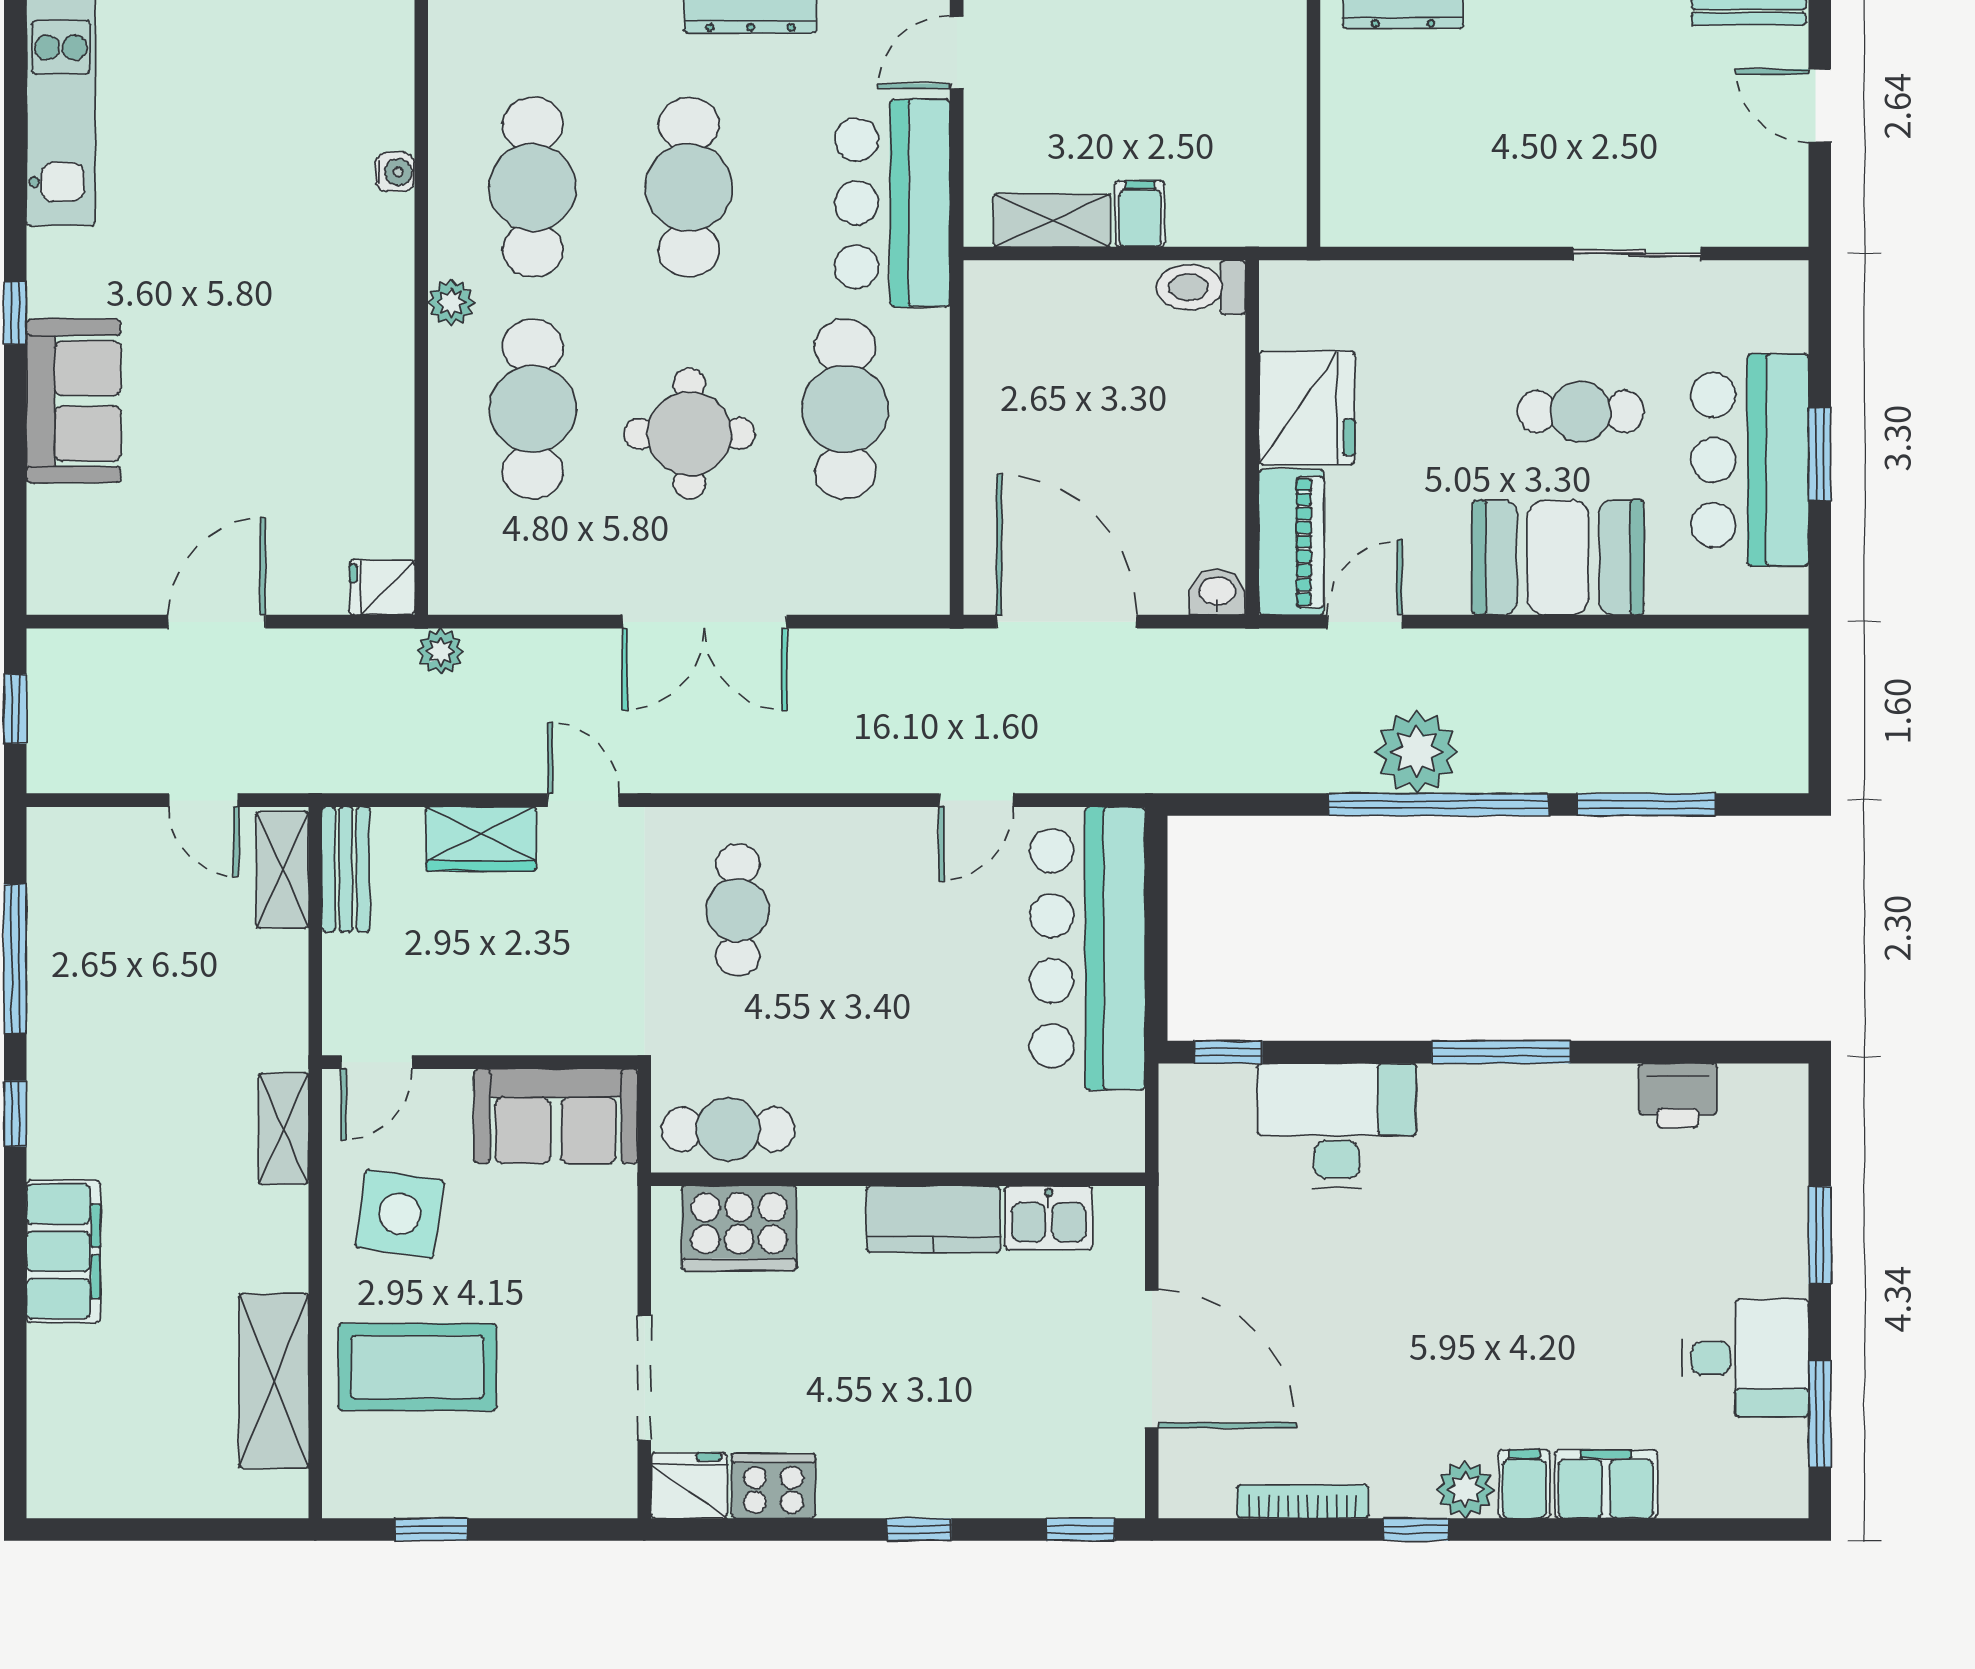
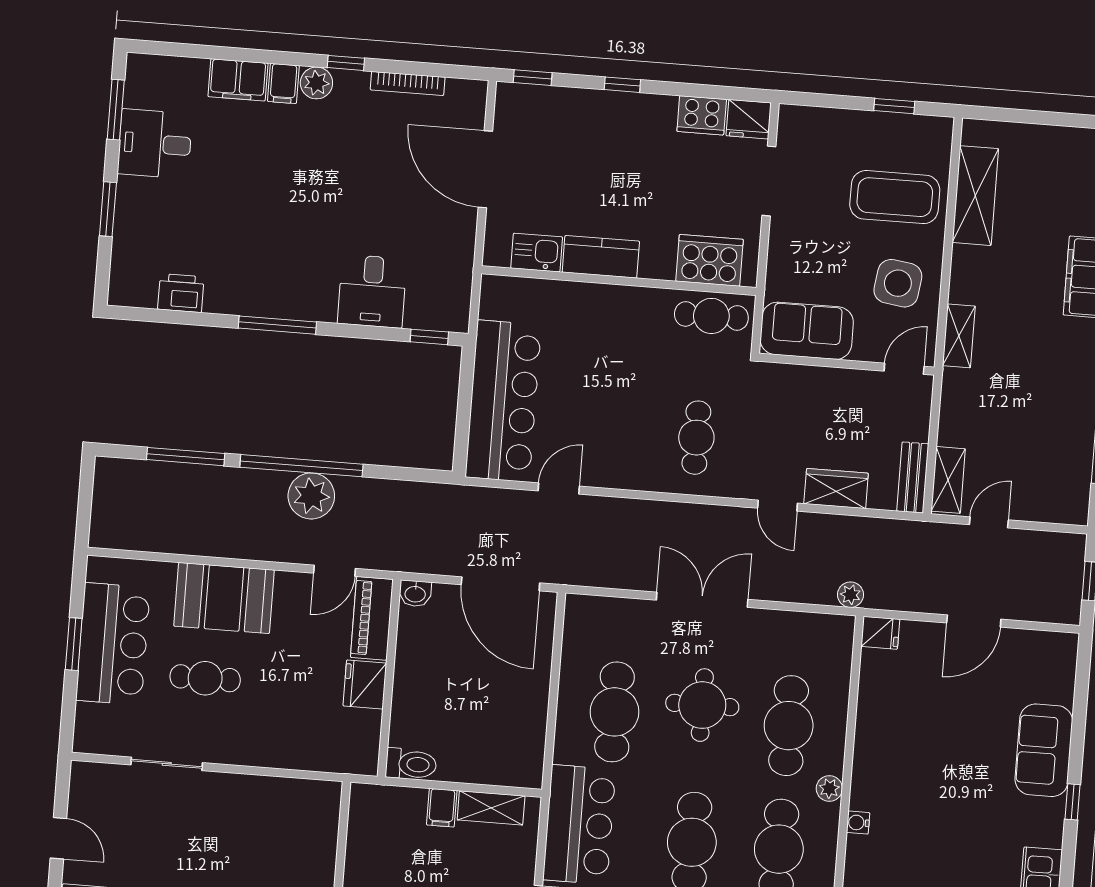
water cooler: (395, 172) -> (858, 823), moved
fridge: (1307, 408) -> (365, 684), width x0.73, depth x0.75
door: (204, 800) -> (989, 522), hinge flipped
desk: (1337, 1126) -> (372, 291), width x0.73

